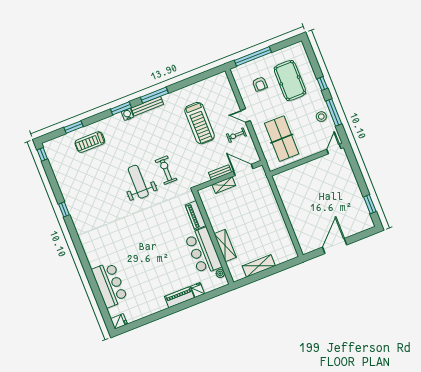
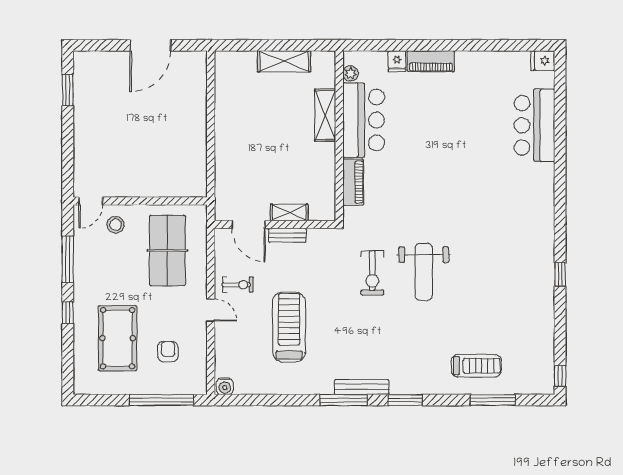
water cooler: (127, 114) -> (225, 386), moved
stool: (321, 117) -> (116, 225), moved
window: (74, 127) -> (493, 400), width x1.44

